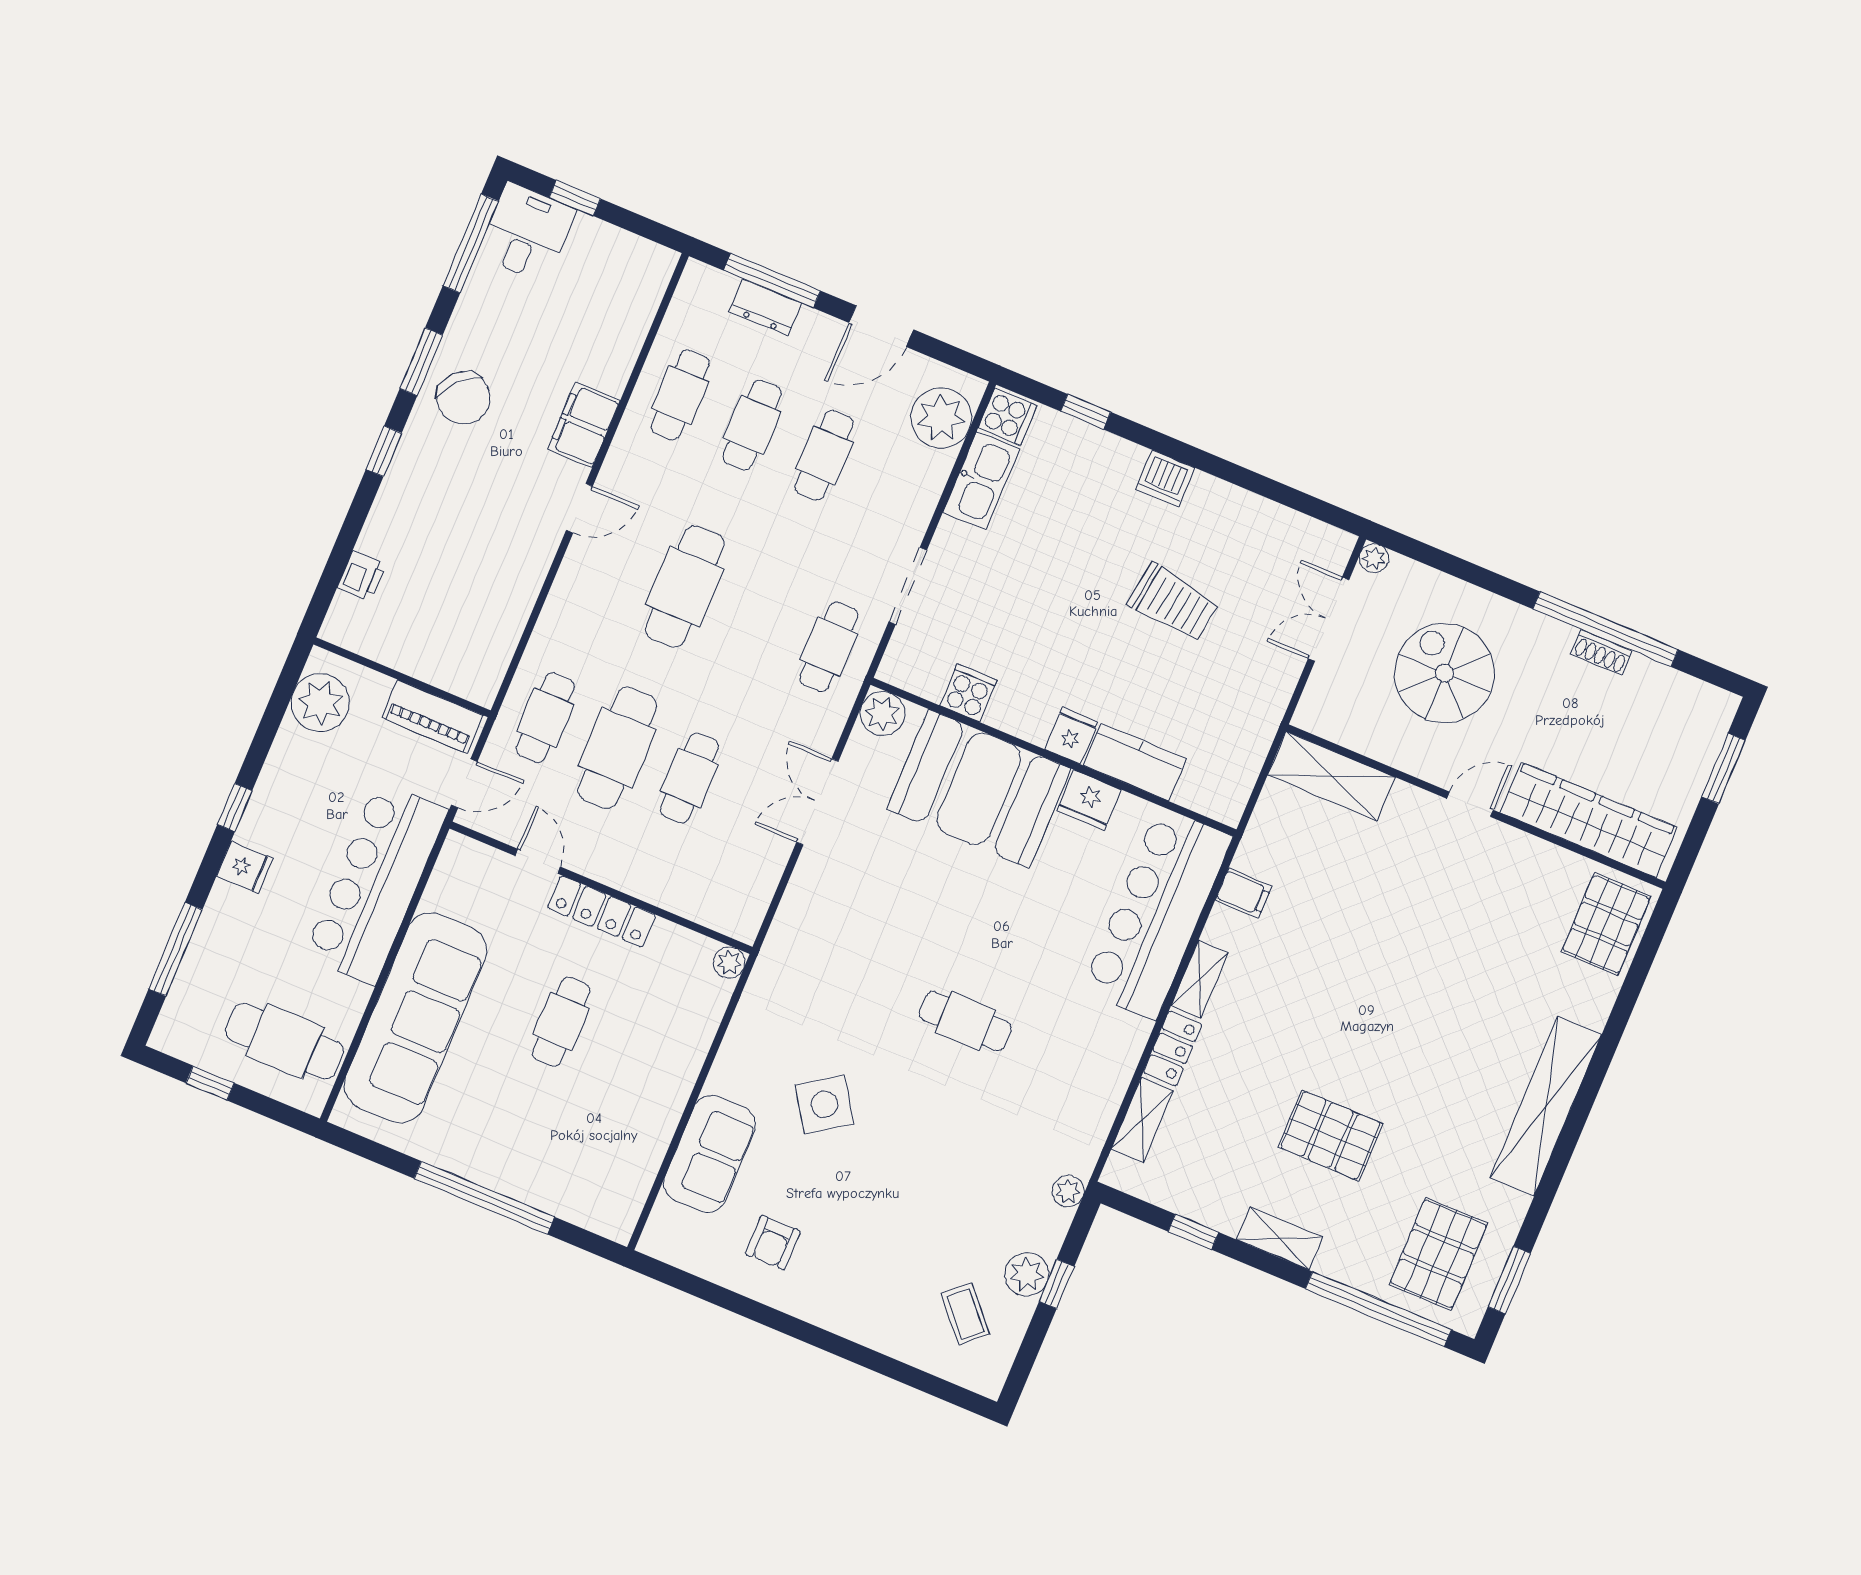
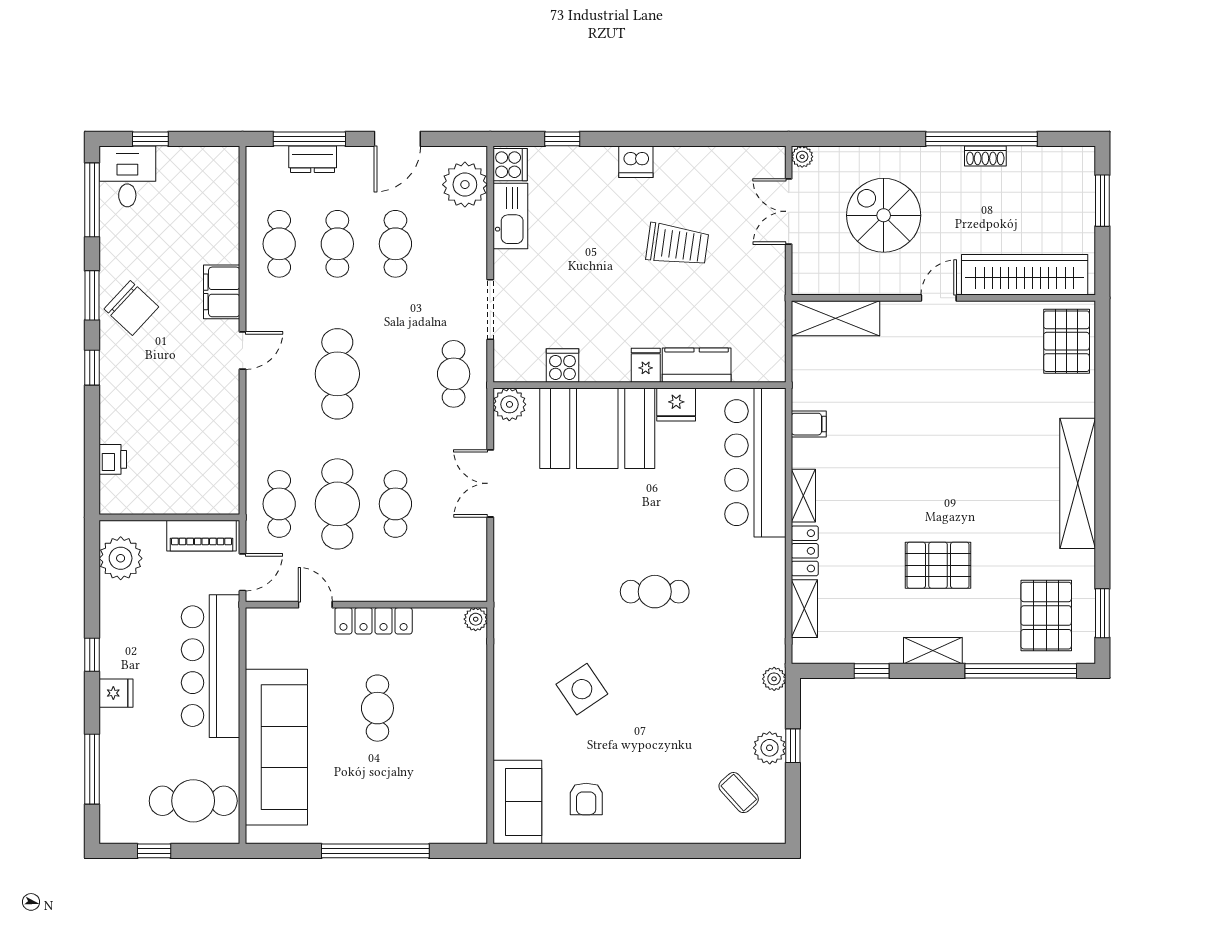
sofa: (710, 1154) -> (517, 802), moved

